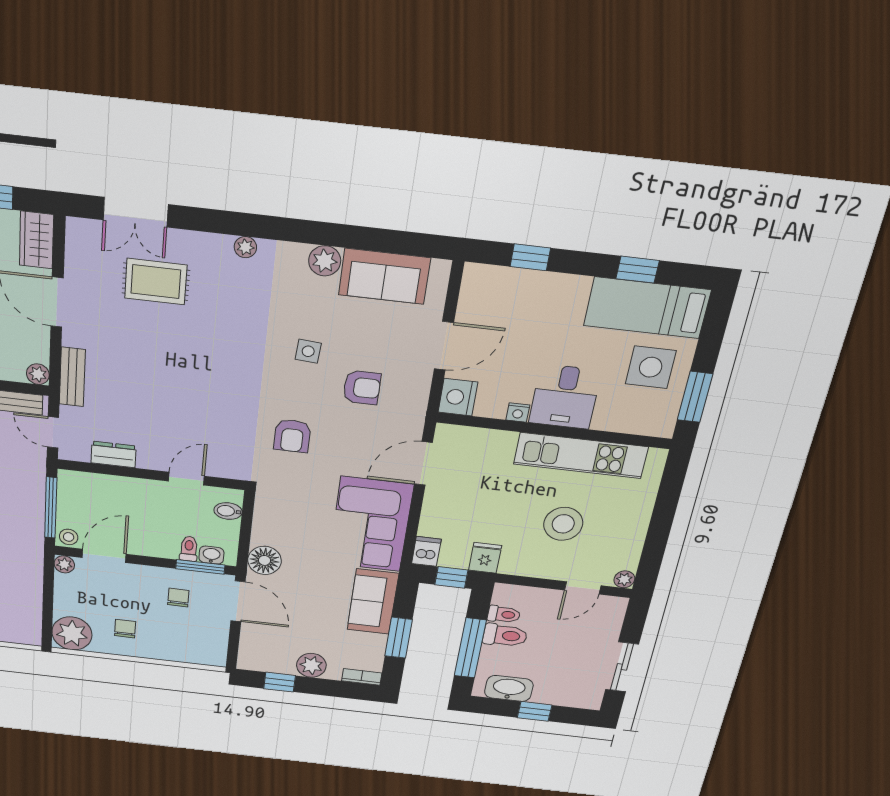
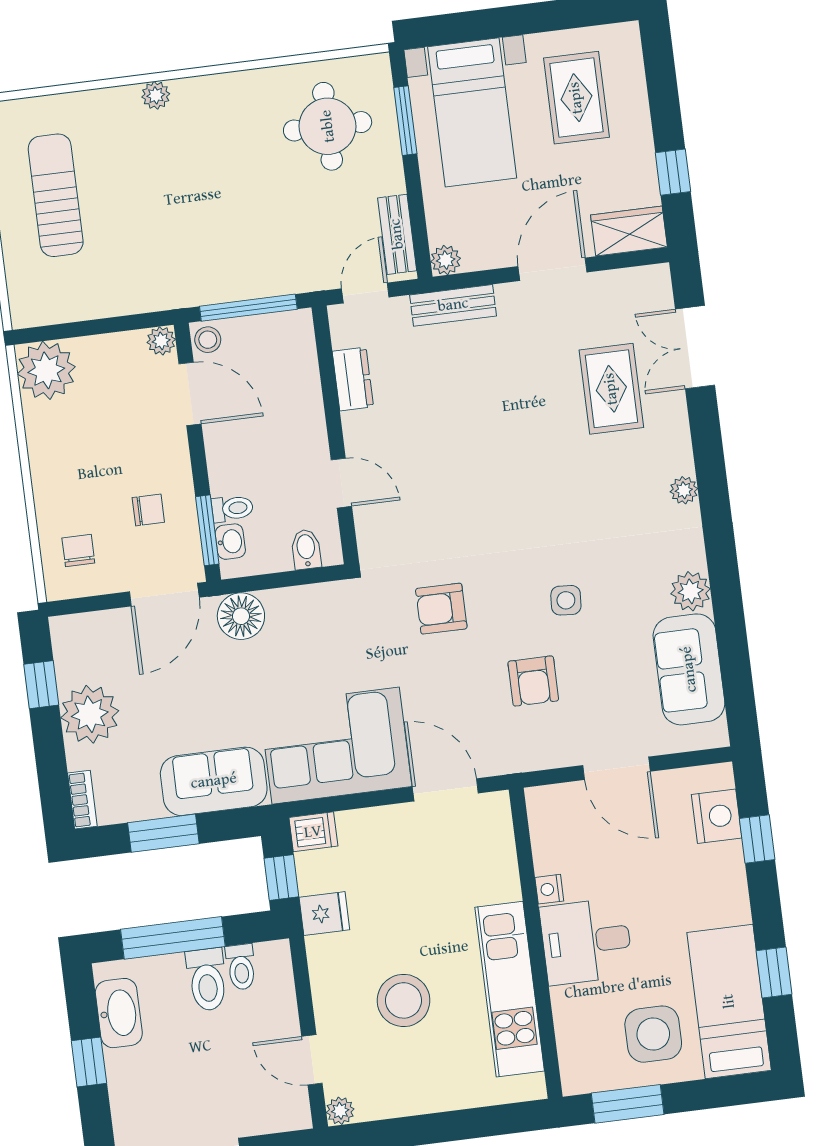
nightstand: (458, 397) -> (717, 816), moved, turned 90
chair: (125, 629) -> (78, 551), moved, turned -90
plant: (311, 665) -> (90, 714), width x1.36, depth x1.36

